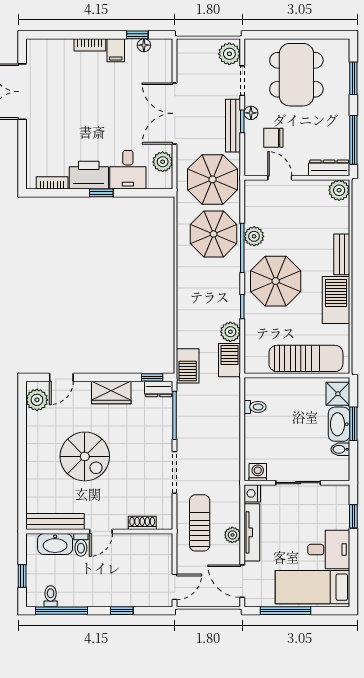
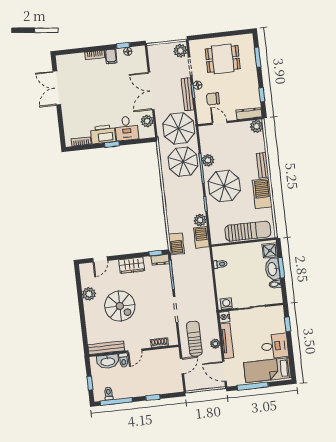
dining table: (296, 75) -> (223, 59), width x0.73
window: (353, 140) -> (262, 95), width x0.46
plant: (37, 400) -> (89, 294), moved
door: (175, 587) -> (182, 366), moved

